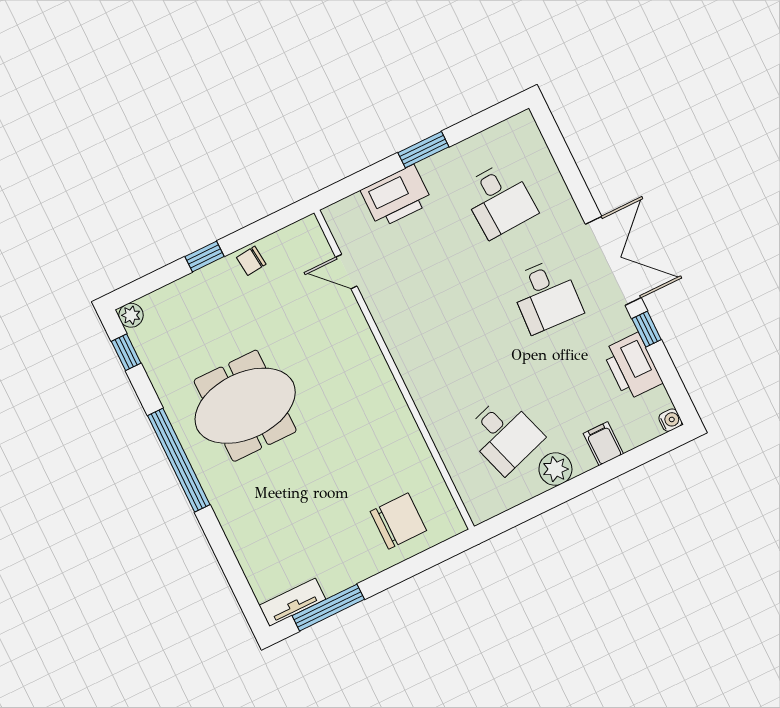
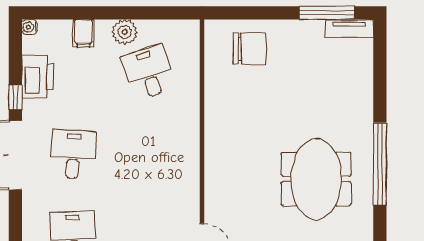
meeting table: (245, 406) -> (316, 179), turned 90
chair: (398, 521) -> (250, 49), turned 180

